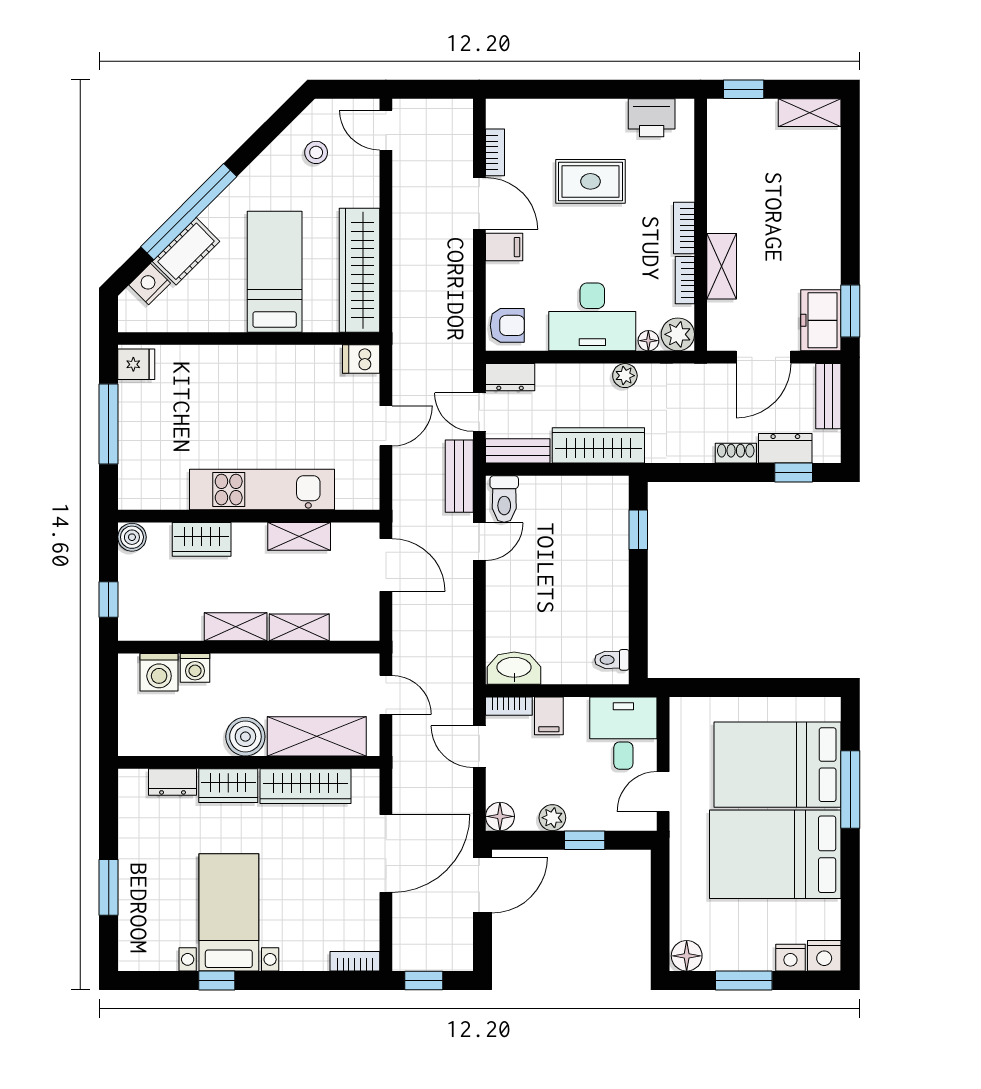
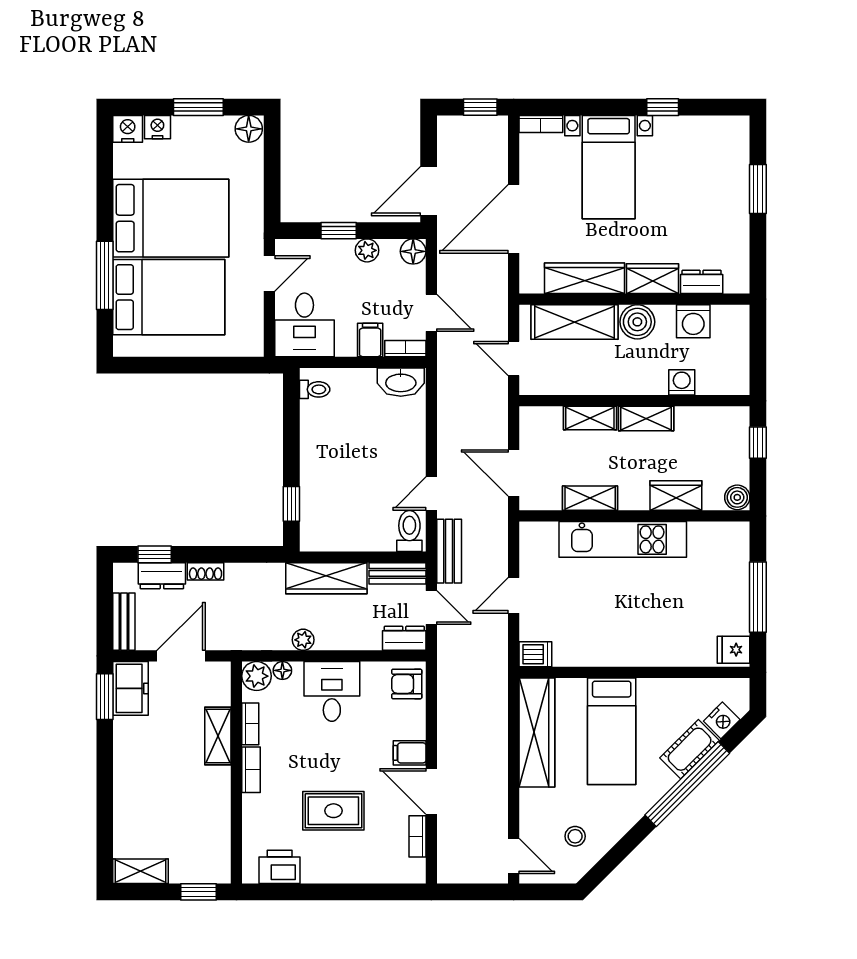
desk: (592, 317) -> (332, 691), width x0.73
washing machine: (159, 672) -> (693, 321), moved, turned 180
bed with nightstands: (229, 912) -> (609, 167), moved

